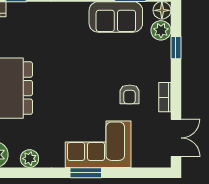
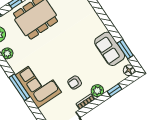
plant: (161, 30) -> (97, 91), moved
window: (86, 173) -> (19, 87), width x1.44

